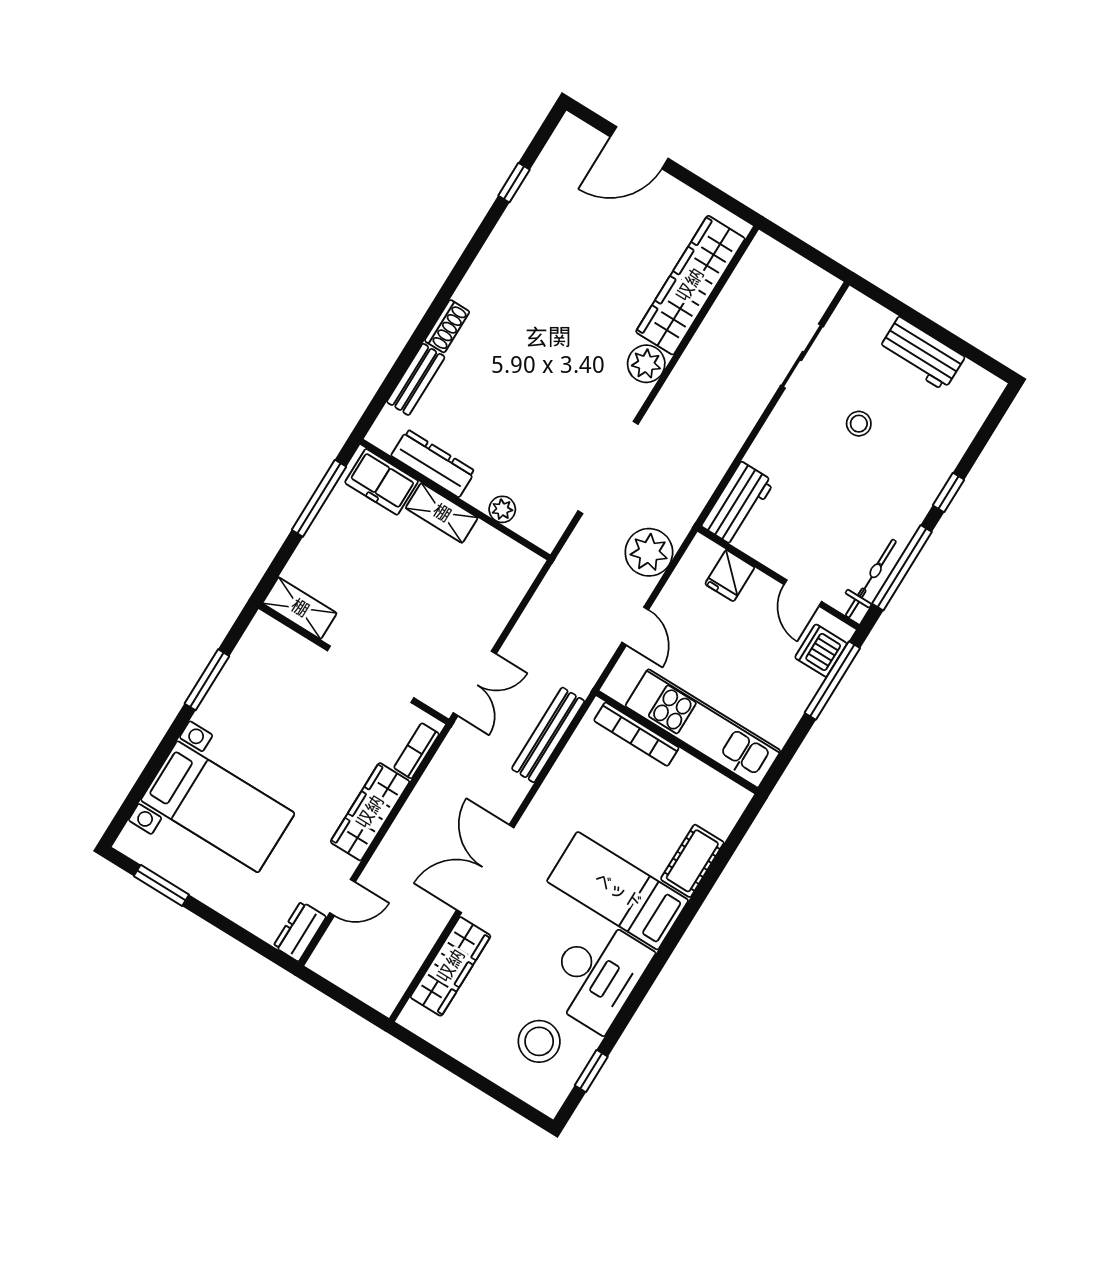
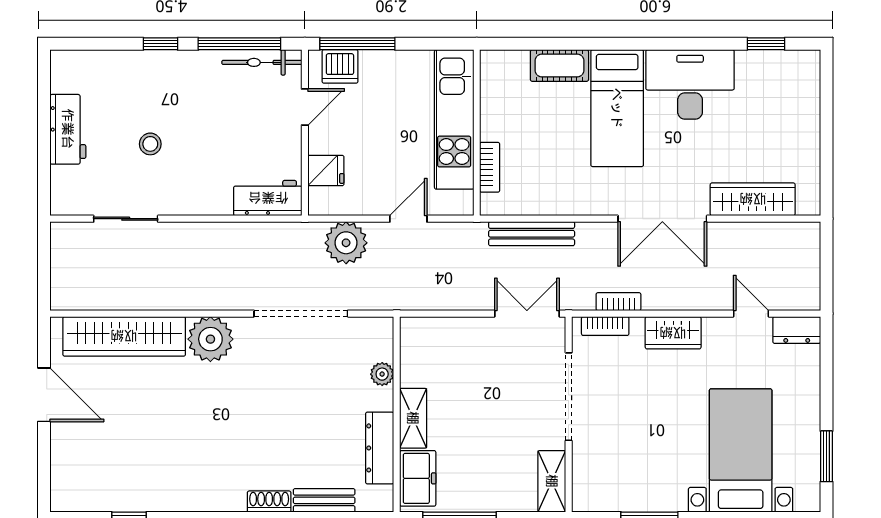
door: (639, 148) -> (44, 395), moved
plant: (646, 364) -> (210, 339), width x1.36, depth x1.36
bookcase: (636, 734) -> (490, 167), width x0.64
bookcase: (432, 778) -> (618, 302), added
wardrobe: (370, 812) -> (673, 333), width x0.67
stool: (539, 1041) -> (768, 97), removed

